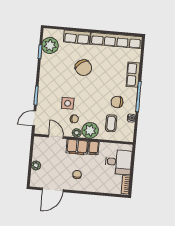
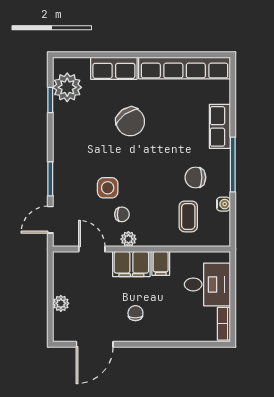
plant: (90, 130) -> (152, 232), removed

